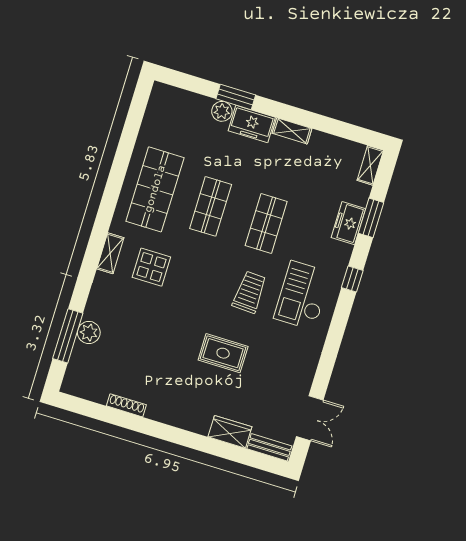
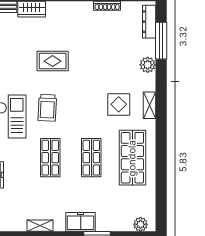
plant: (222, 111) -> (141, 224), moved
shelving: (292, 131) -> (40, 226), moved
plant: (89, 332) -> (148, 65), moved
dresser: (76, 367) -> (149, 22), added

